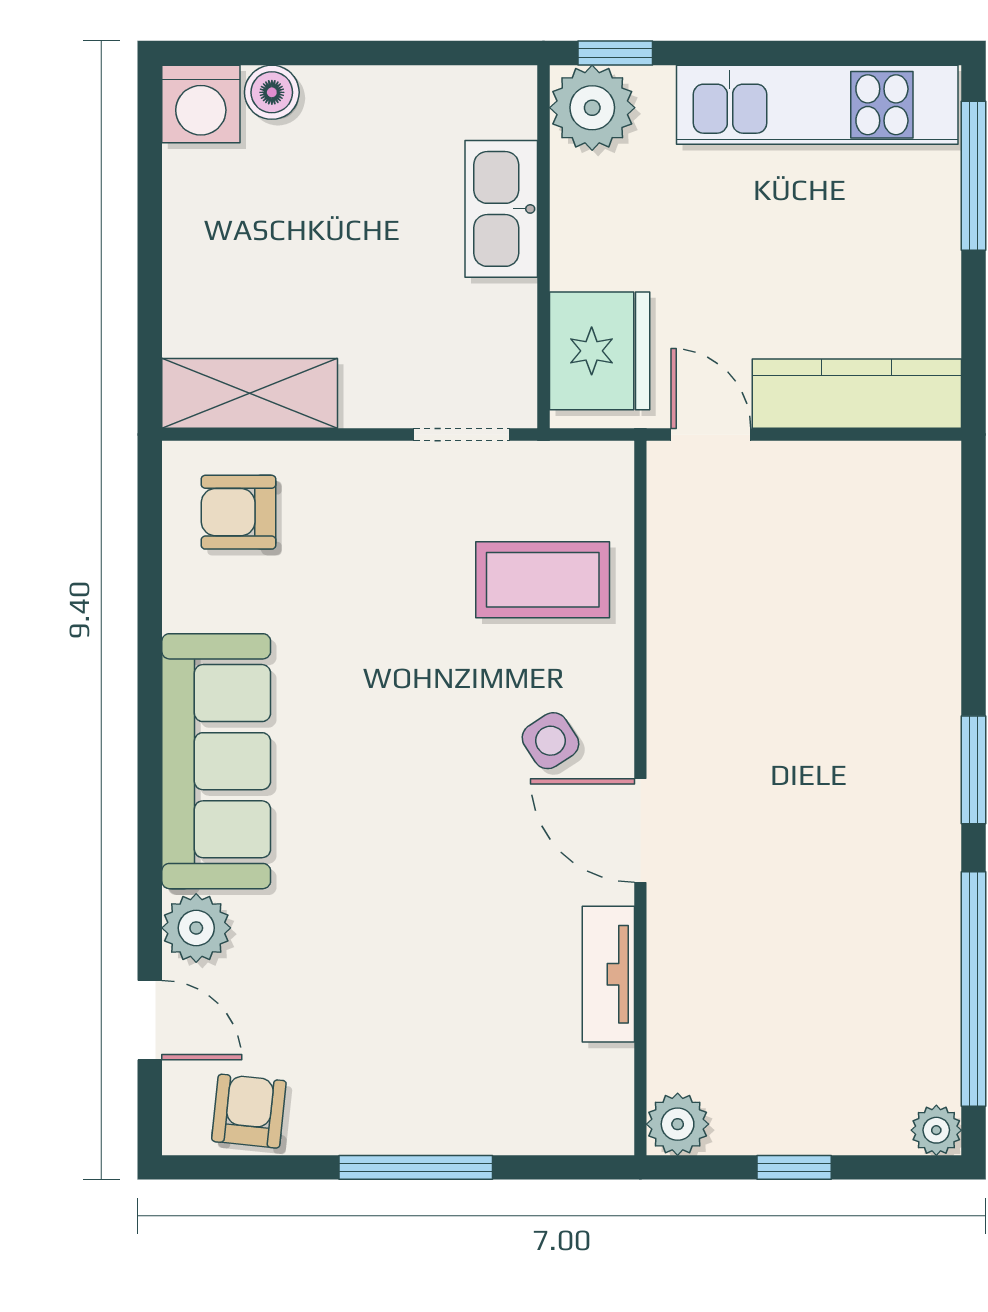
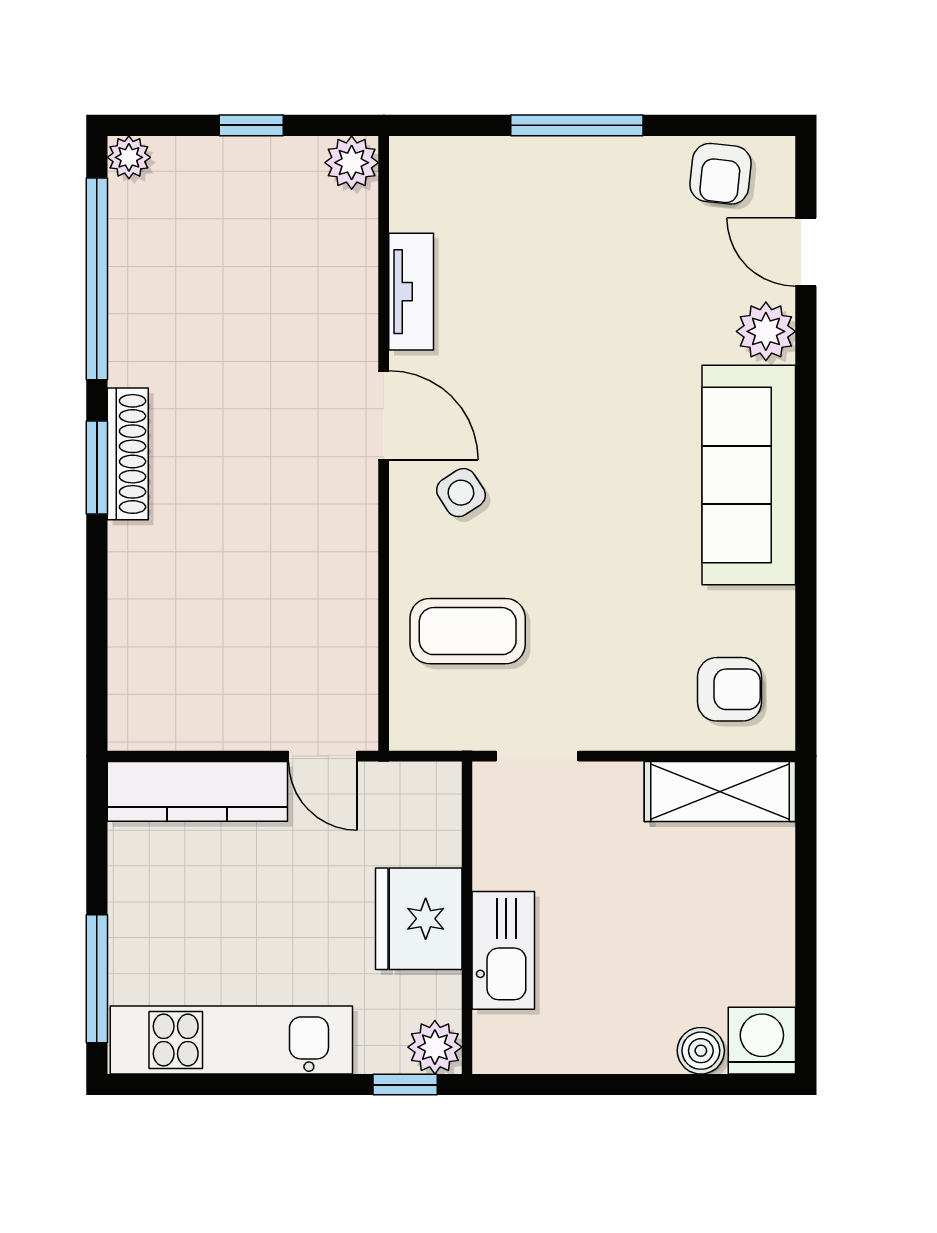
plant: (592, 108) -> (435, 1047), width x0.73, depth x0.73
fridge: (600, 351) -> (419, 919), moved
shoe rack: (938, 786) -> (128, 454), added

